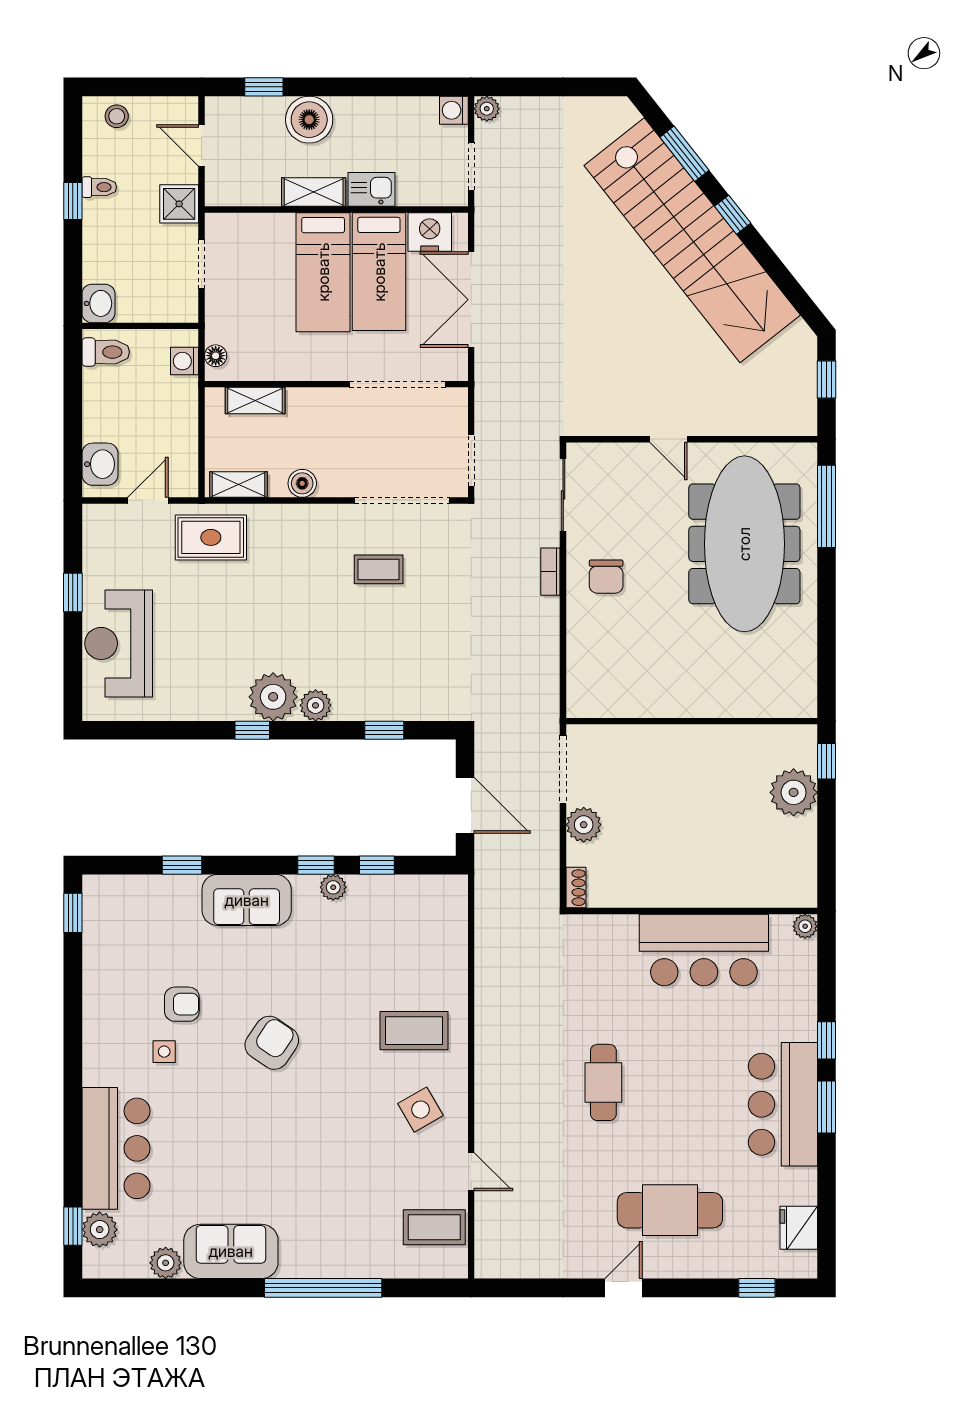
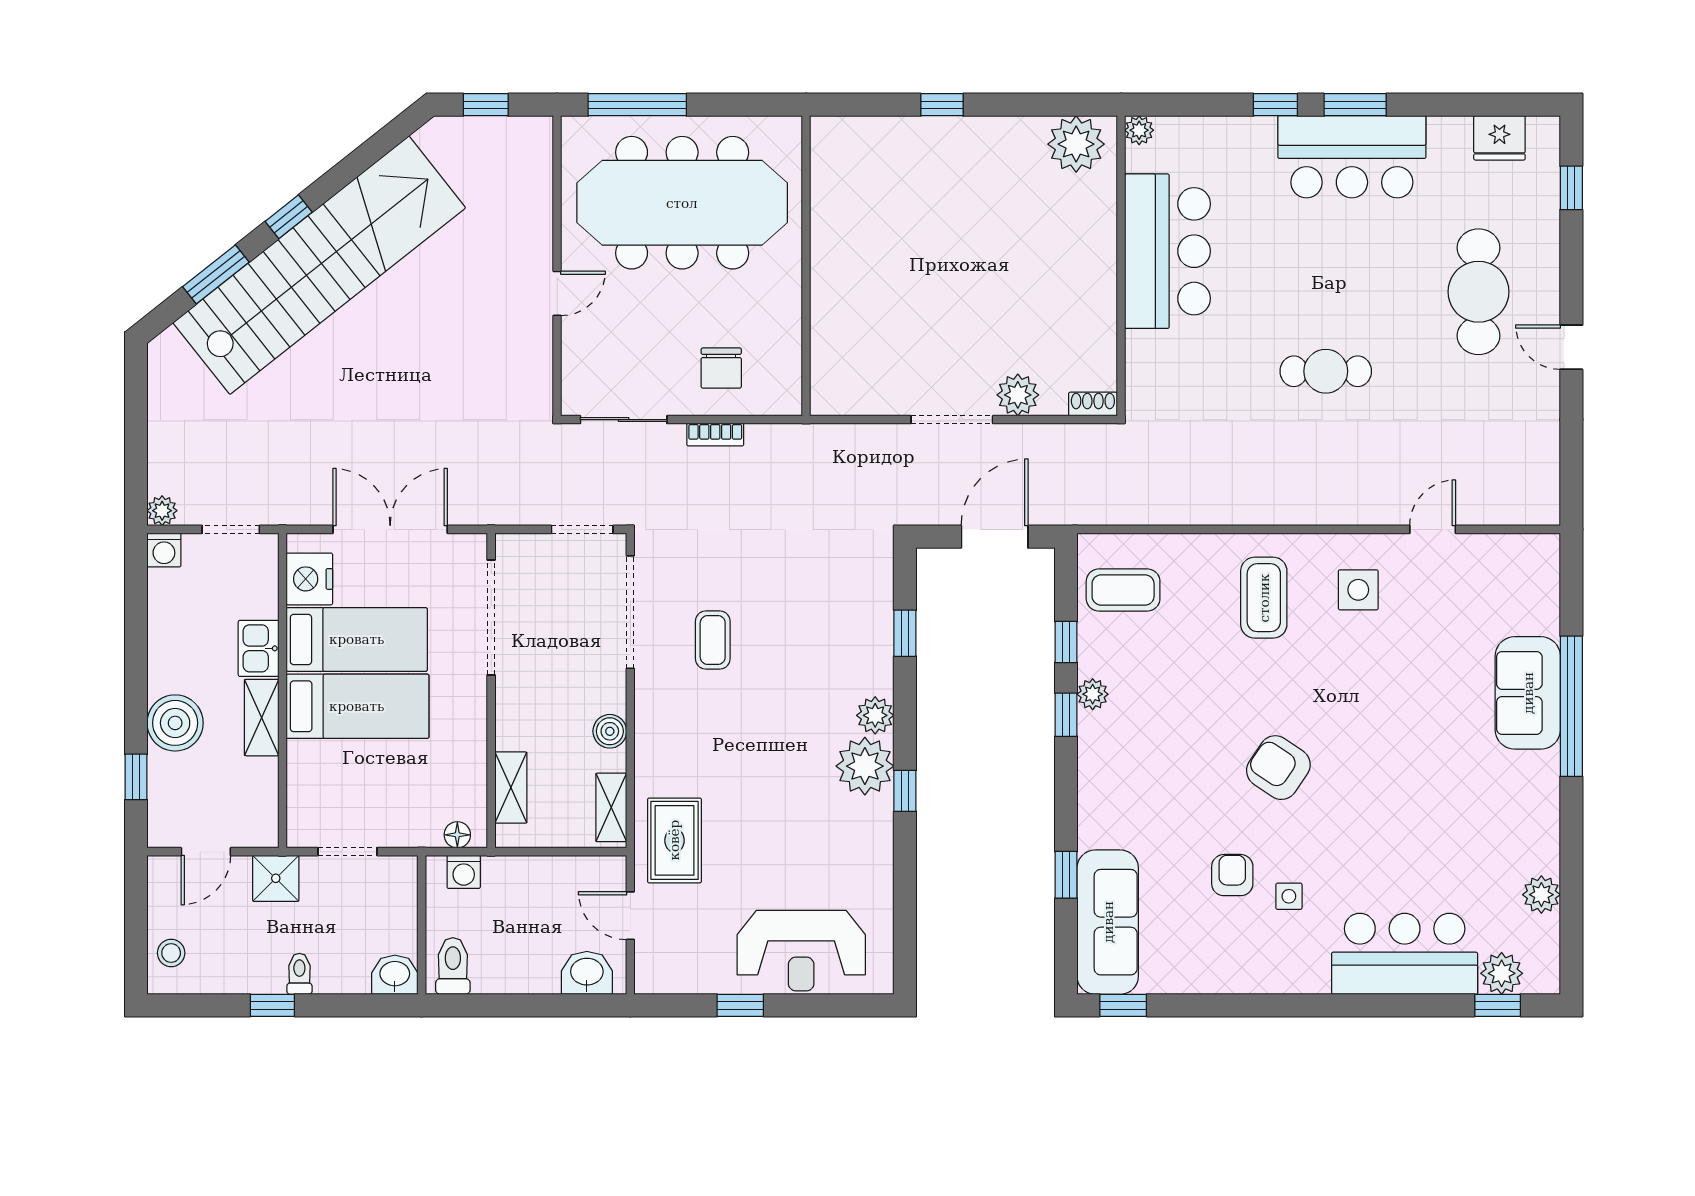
toilet: (99, 187) -> (299, 974), moved
double door: (471, 300) -> (390, 529), swing flipped
chair: (606, 577) -> (721, 368), turned 90
wall: (692, 721) -> (806, 266), moved
plant: (794, 792) -> (1076, 144), moved
sofa: (247, 900) -> (1108, 922), moved, width x1.36
side table: (421, 1110) -> (1358, 590), turned 30
coffee table: (434, 1227) -> (1123, 590), moved, turned 90
sofa: (231, 1251) -> (1528, 693), moved

